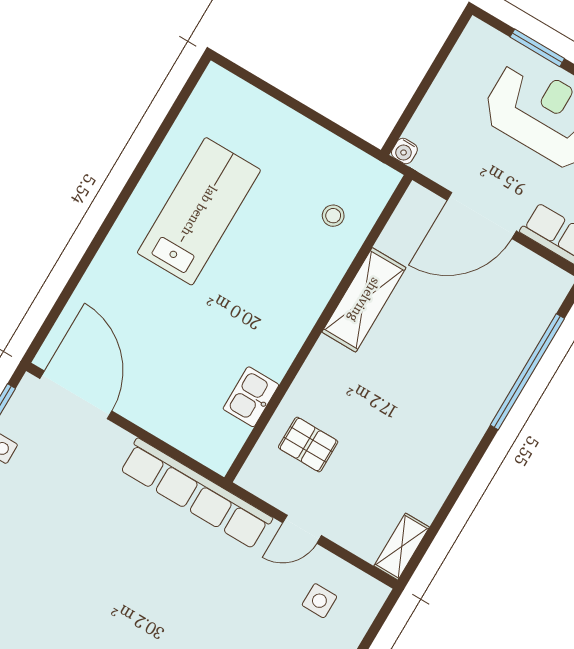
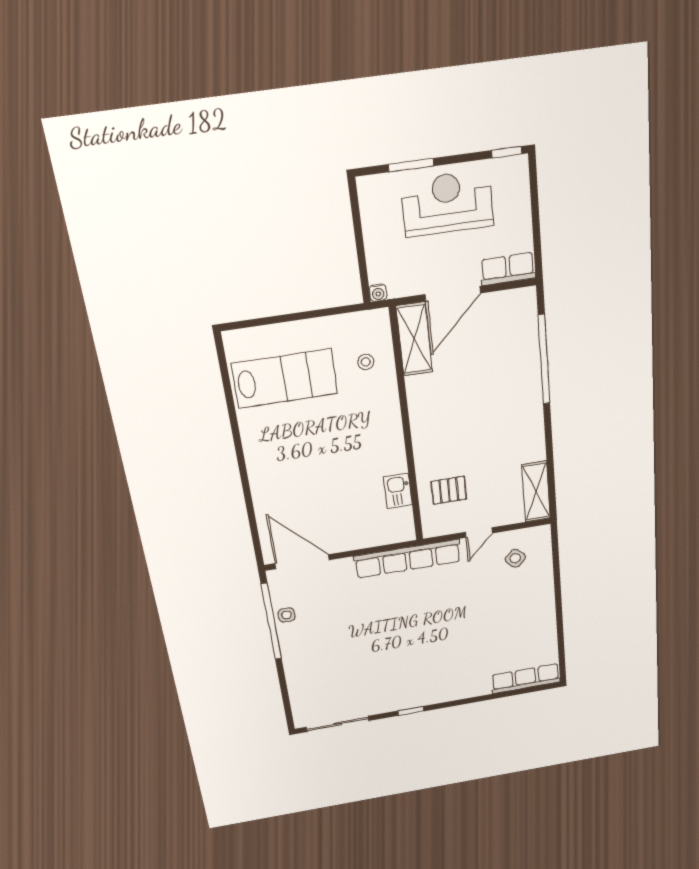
lab bench: (199, 211) -> (285, 379), moved, turned 90
shelving: (364, 300) -> (414, 339), moved
shelving: (402, 547) -> (536, 492), width x1.50, depth x1.33
side table: (319, 601) -> (515, 558), turned 45

